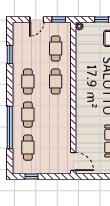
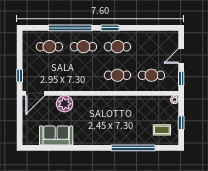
door: (37, 20) -> (181, 56), hinge flipped
window: (10, 55) -> (110, 28), moved
plant: (83, 133) -> (65, 104), added
window: (32, 177) -> (20, 76), moved

